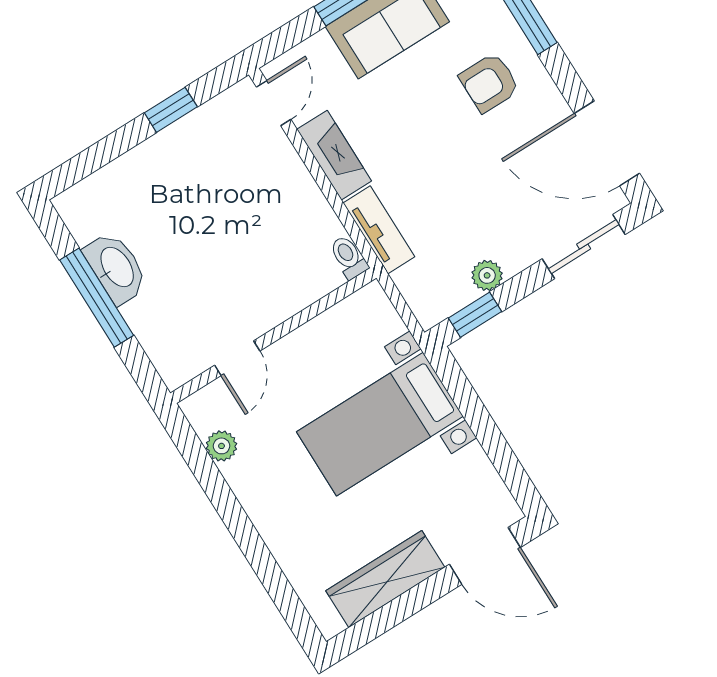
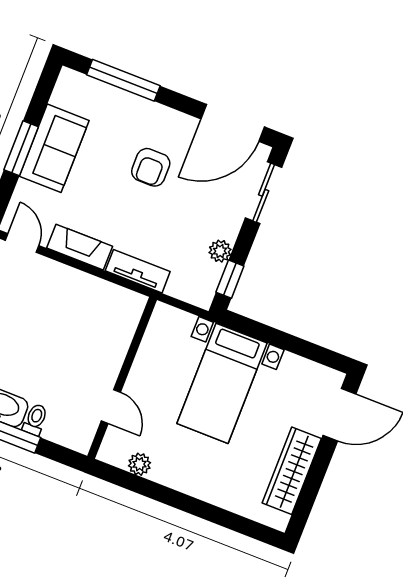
armchair: (489, 83) -> (151, 167), moved
toilet: (349, 257) -> (35, 420), moved, turned 90

